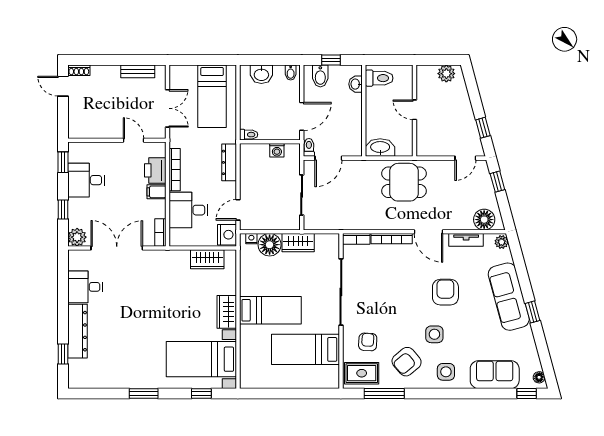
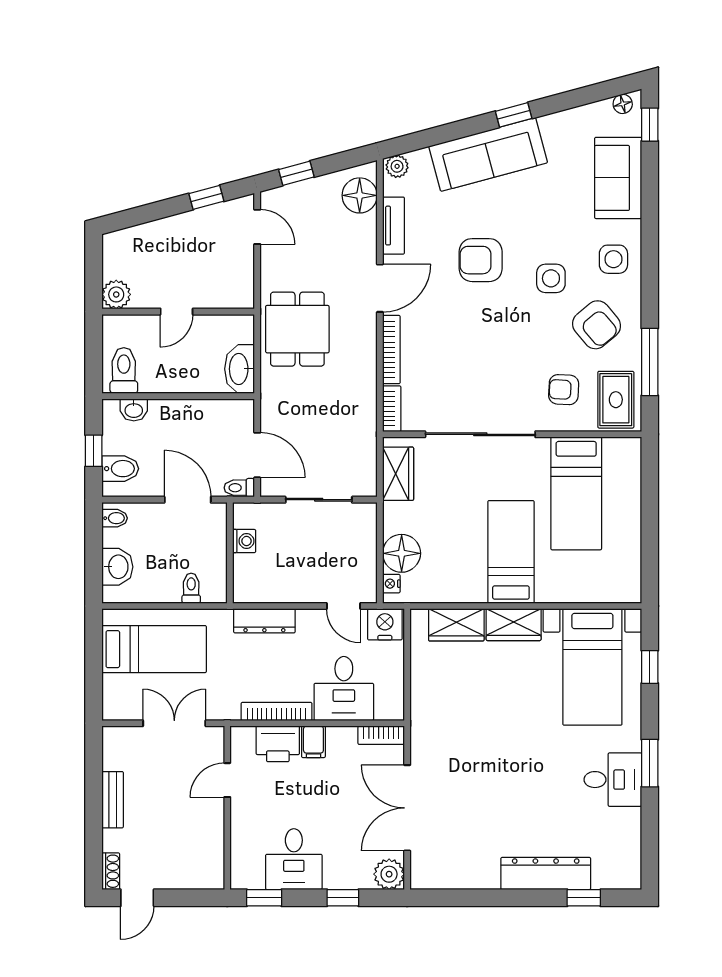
bench: (138, 71) -> (113, 800), moved
plant: (446, 74) -> (116, 294), moved
toilet: (249, 135) -> (191, 588), moved
wardrobe: (298, 243) -> (398, 474), moved
wardrobe: (207, 259) -> (456, 625), moved, turned 90
desk: (85, 287) -> (613, 780), moved, turned -90

